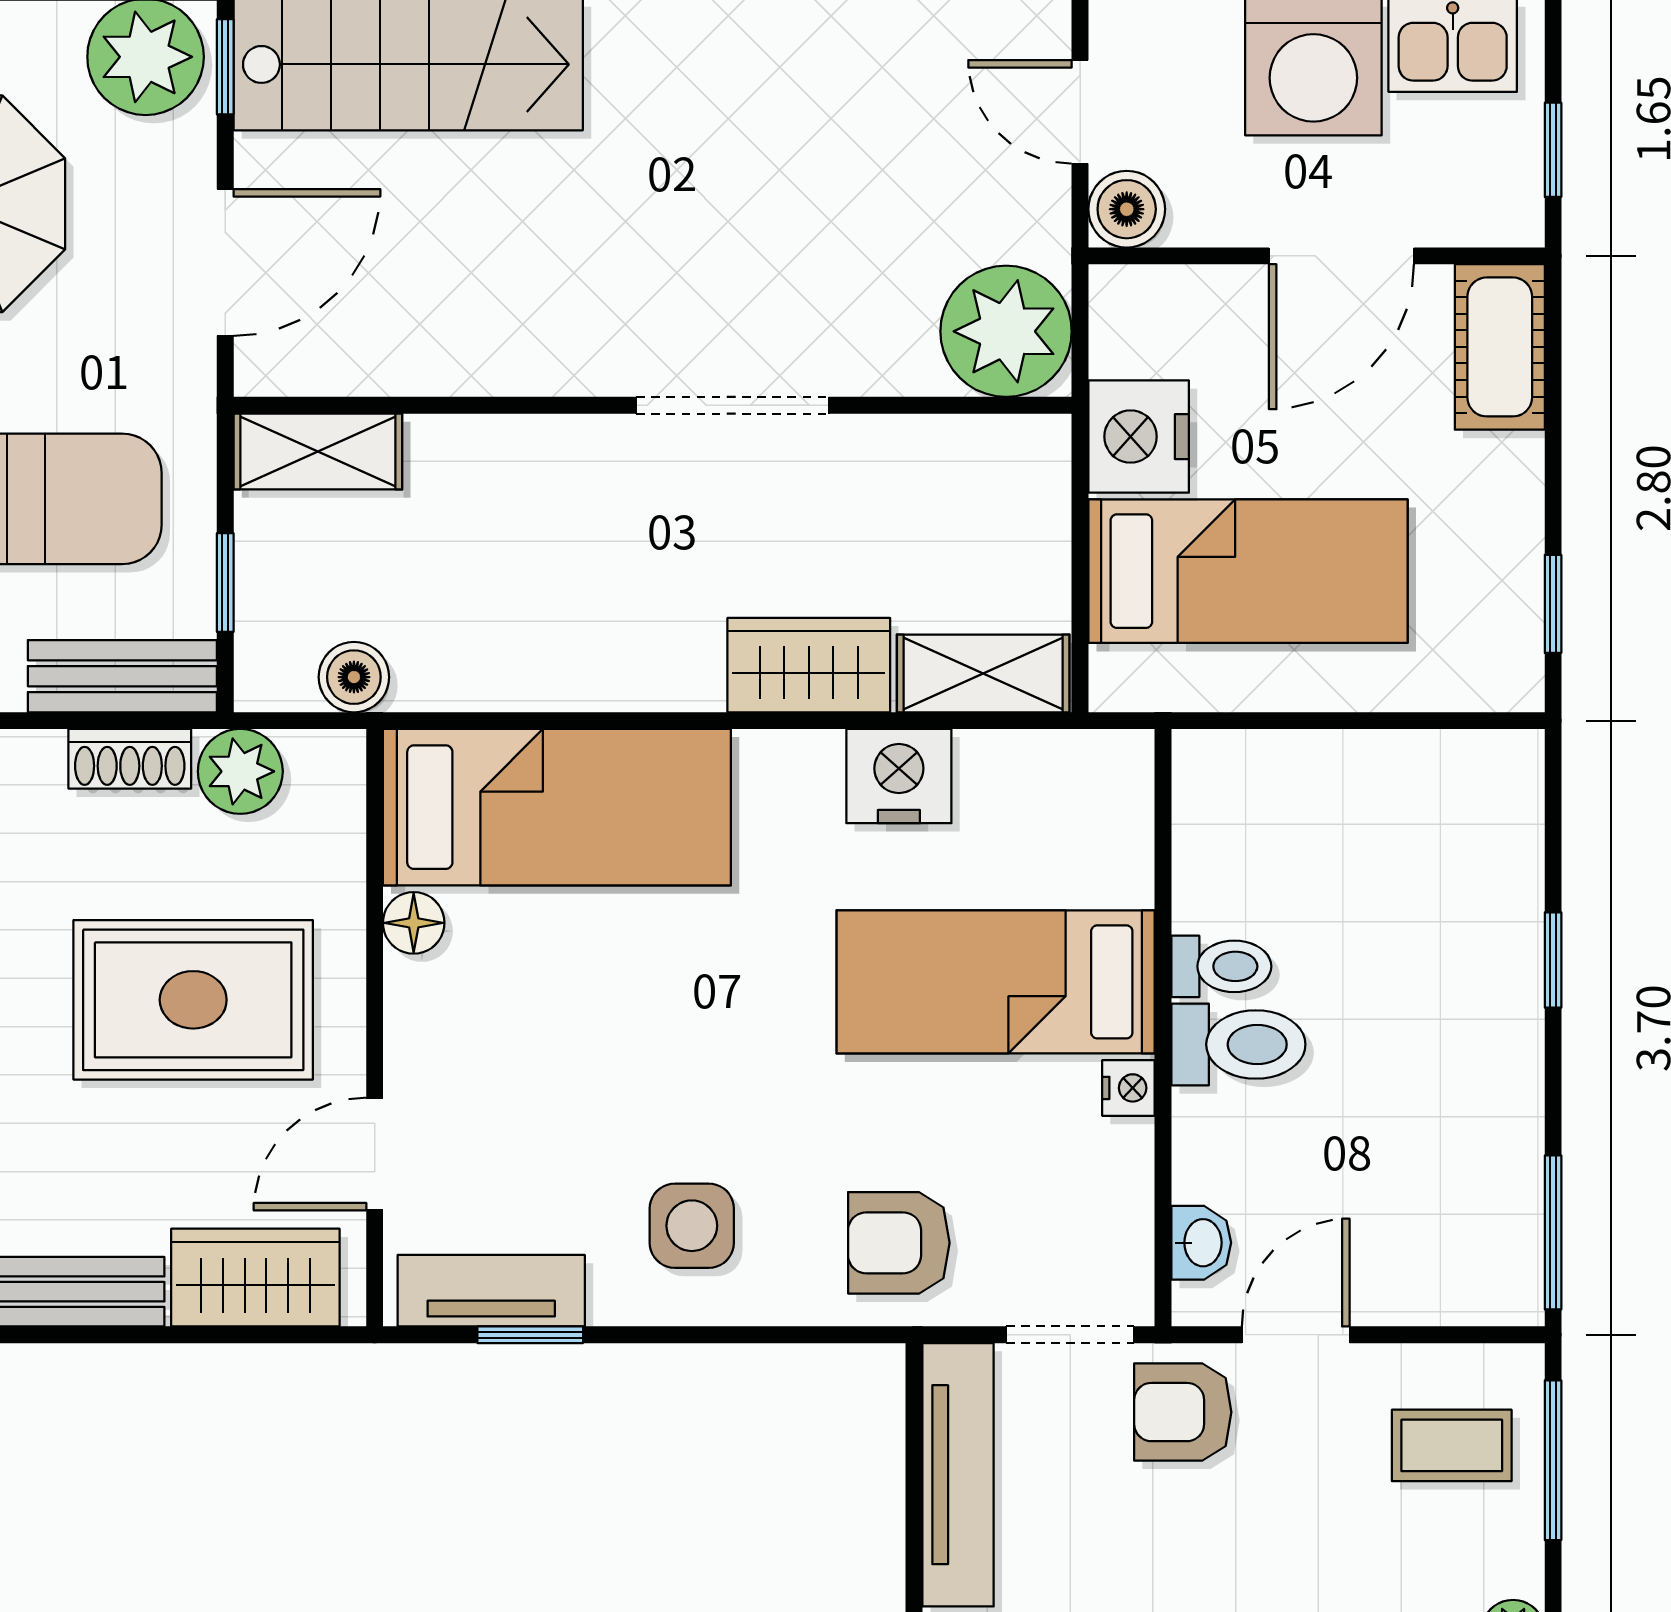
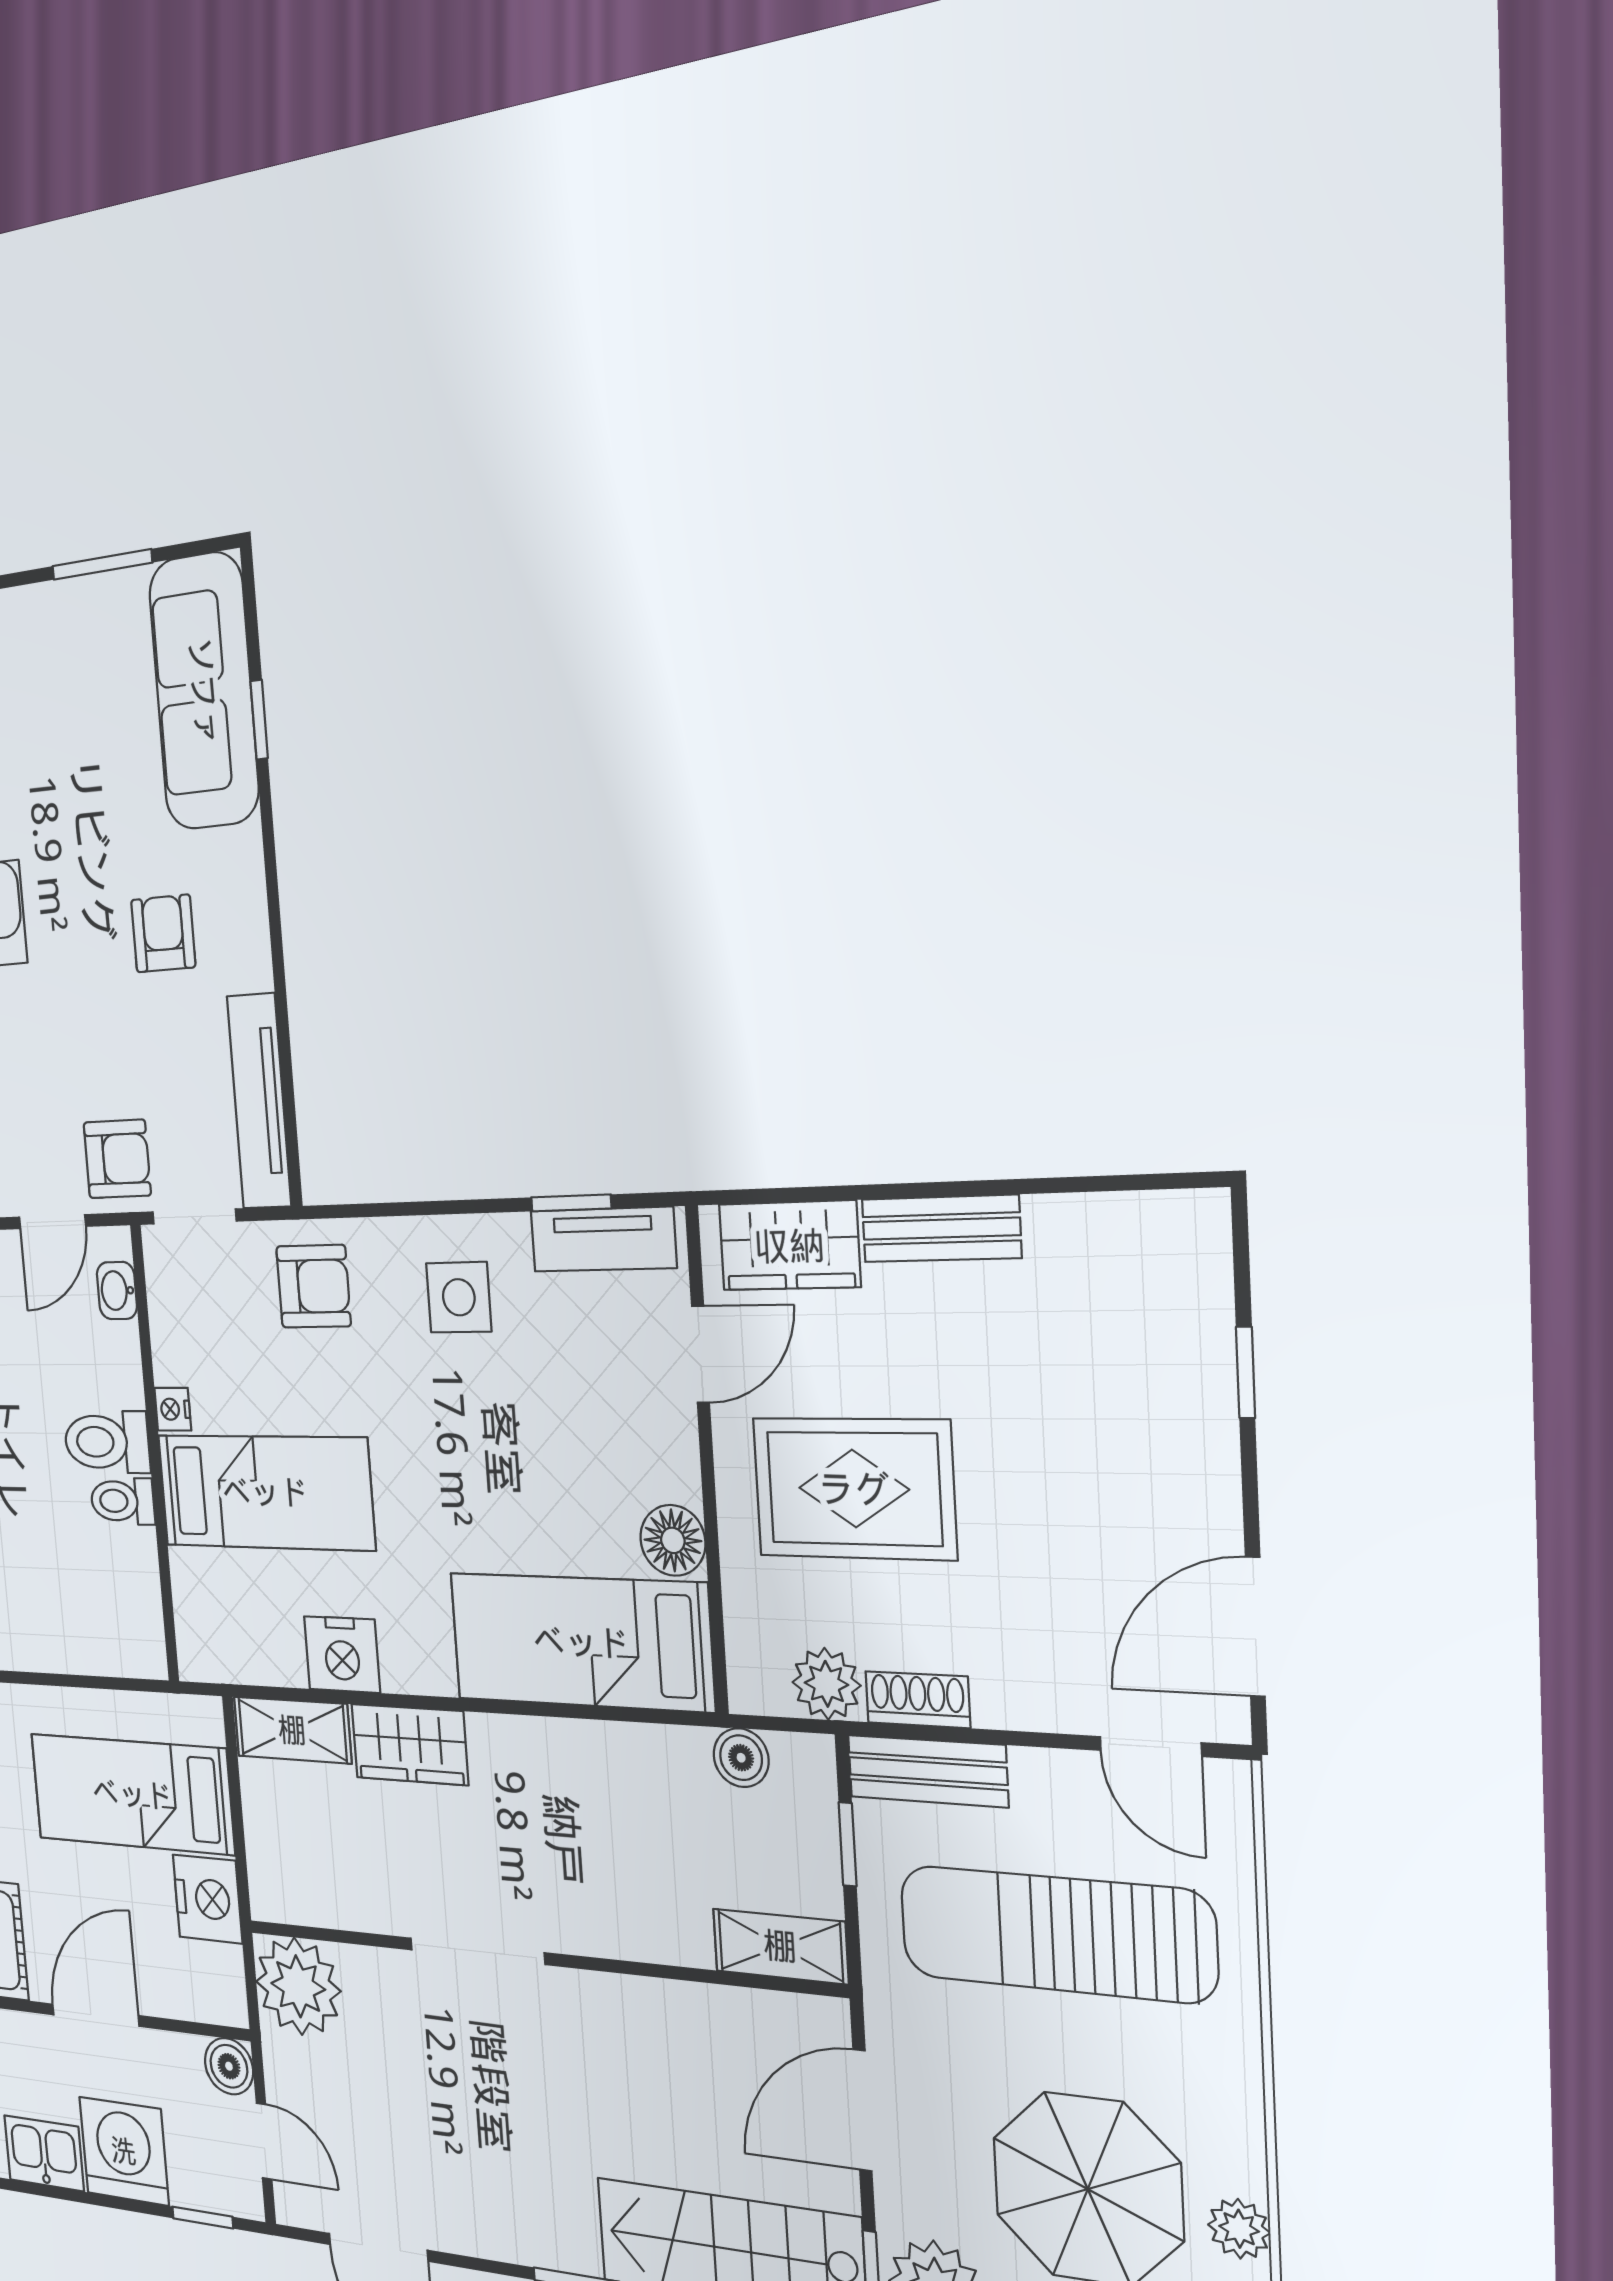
floor lamp: (414, 923) -> (673, 1540), width x1.37, depth x1.37

